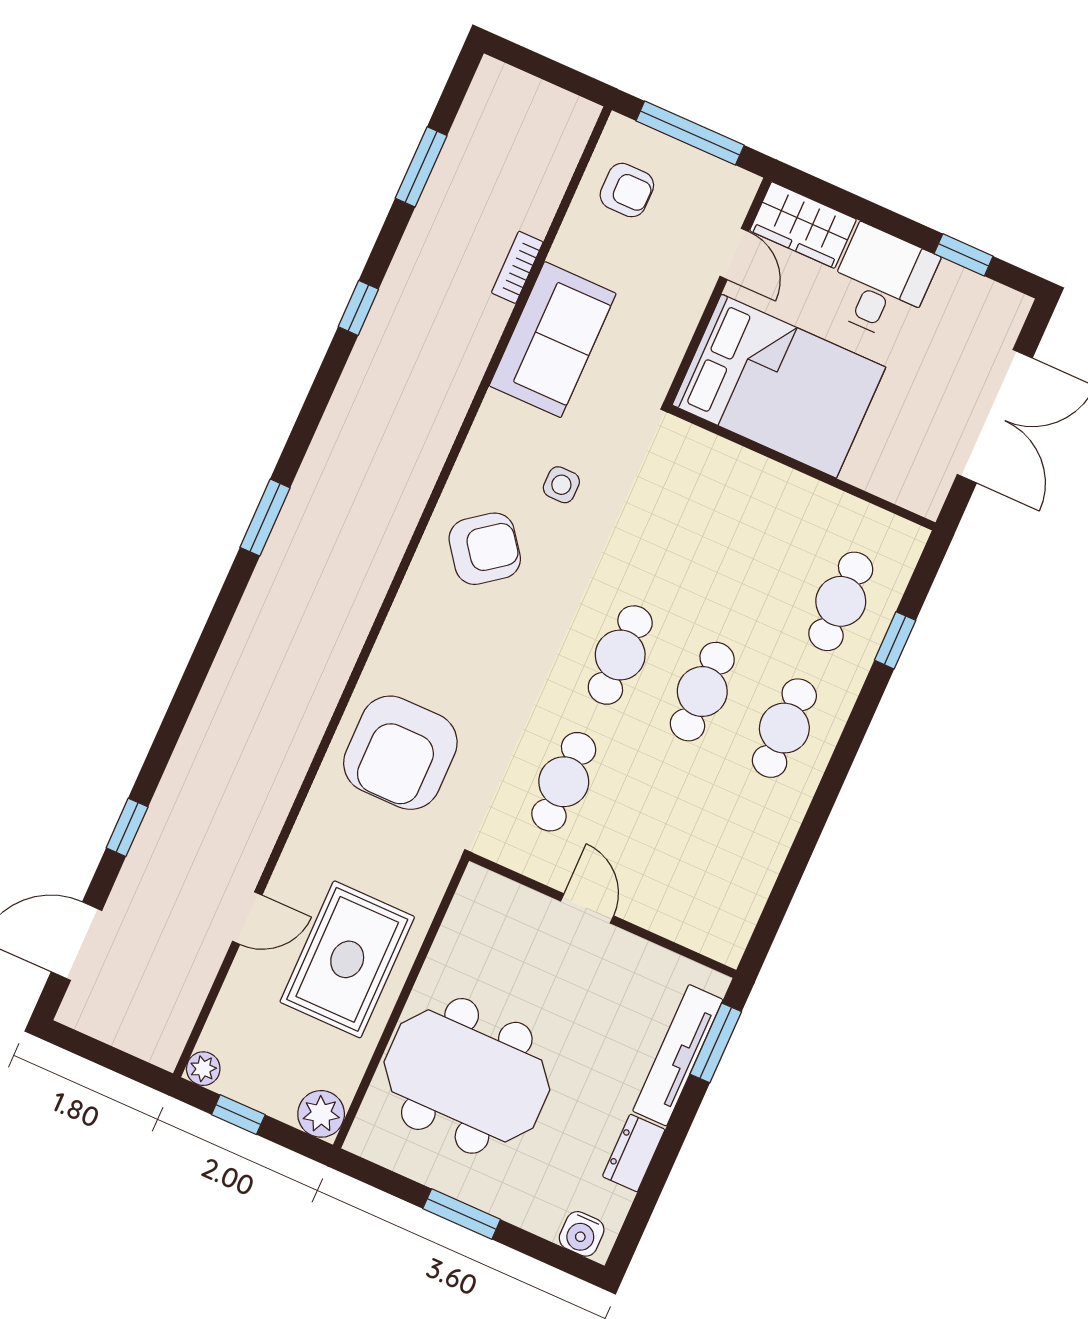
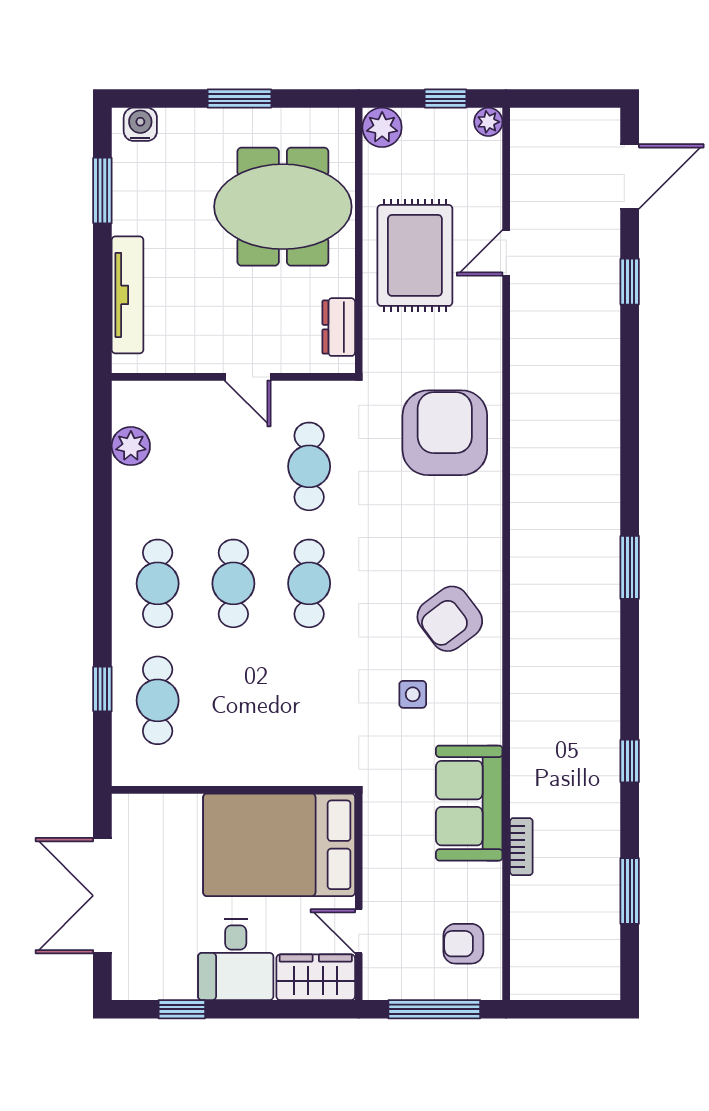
plant: (747, 890) -> (131, 446), added
window: (716, 1043) -> (102, 191), moved
dresser: (634, 1153) -> (339, 327), moved, turned 180

